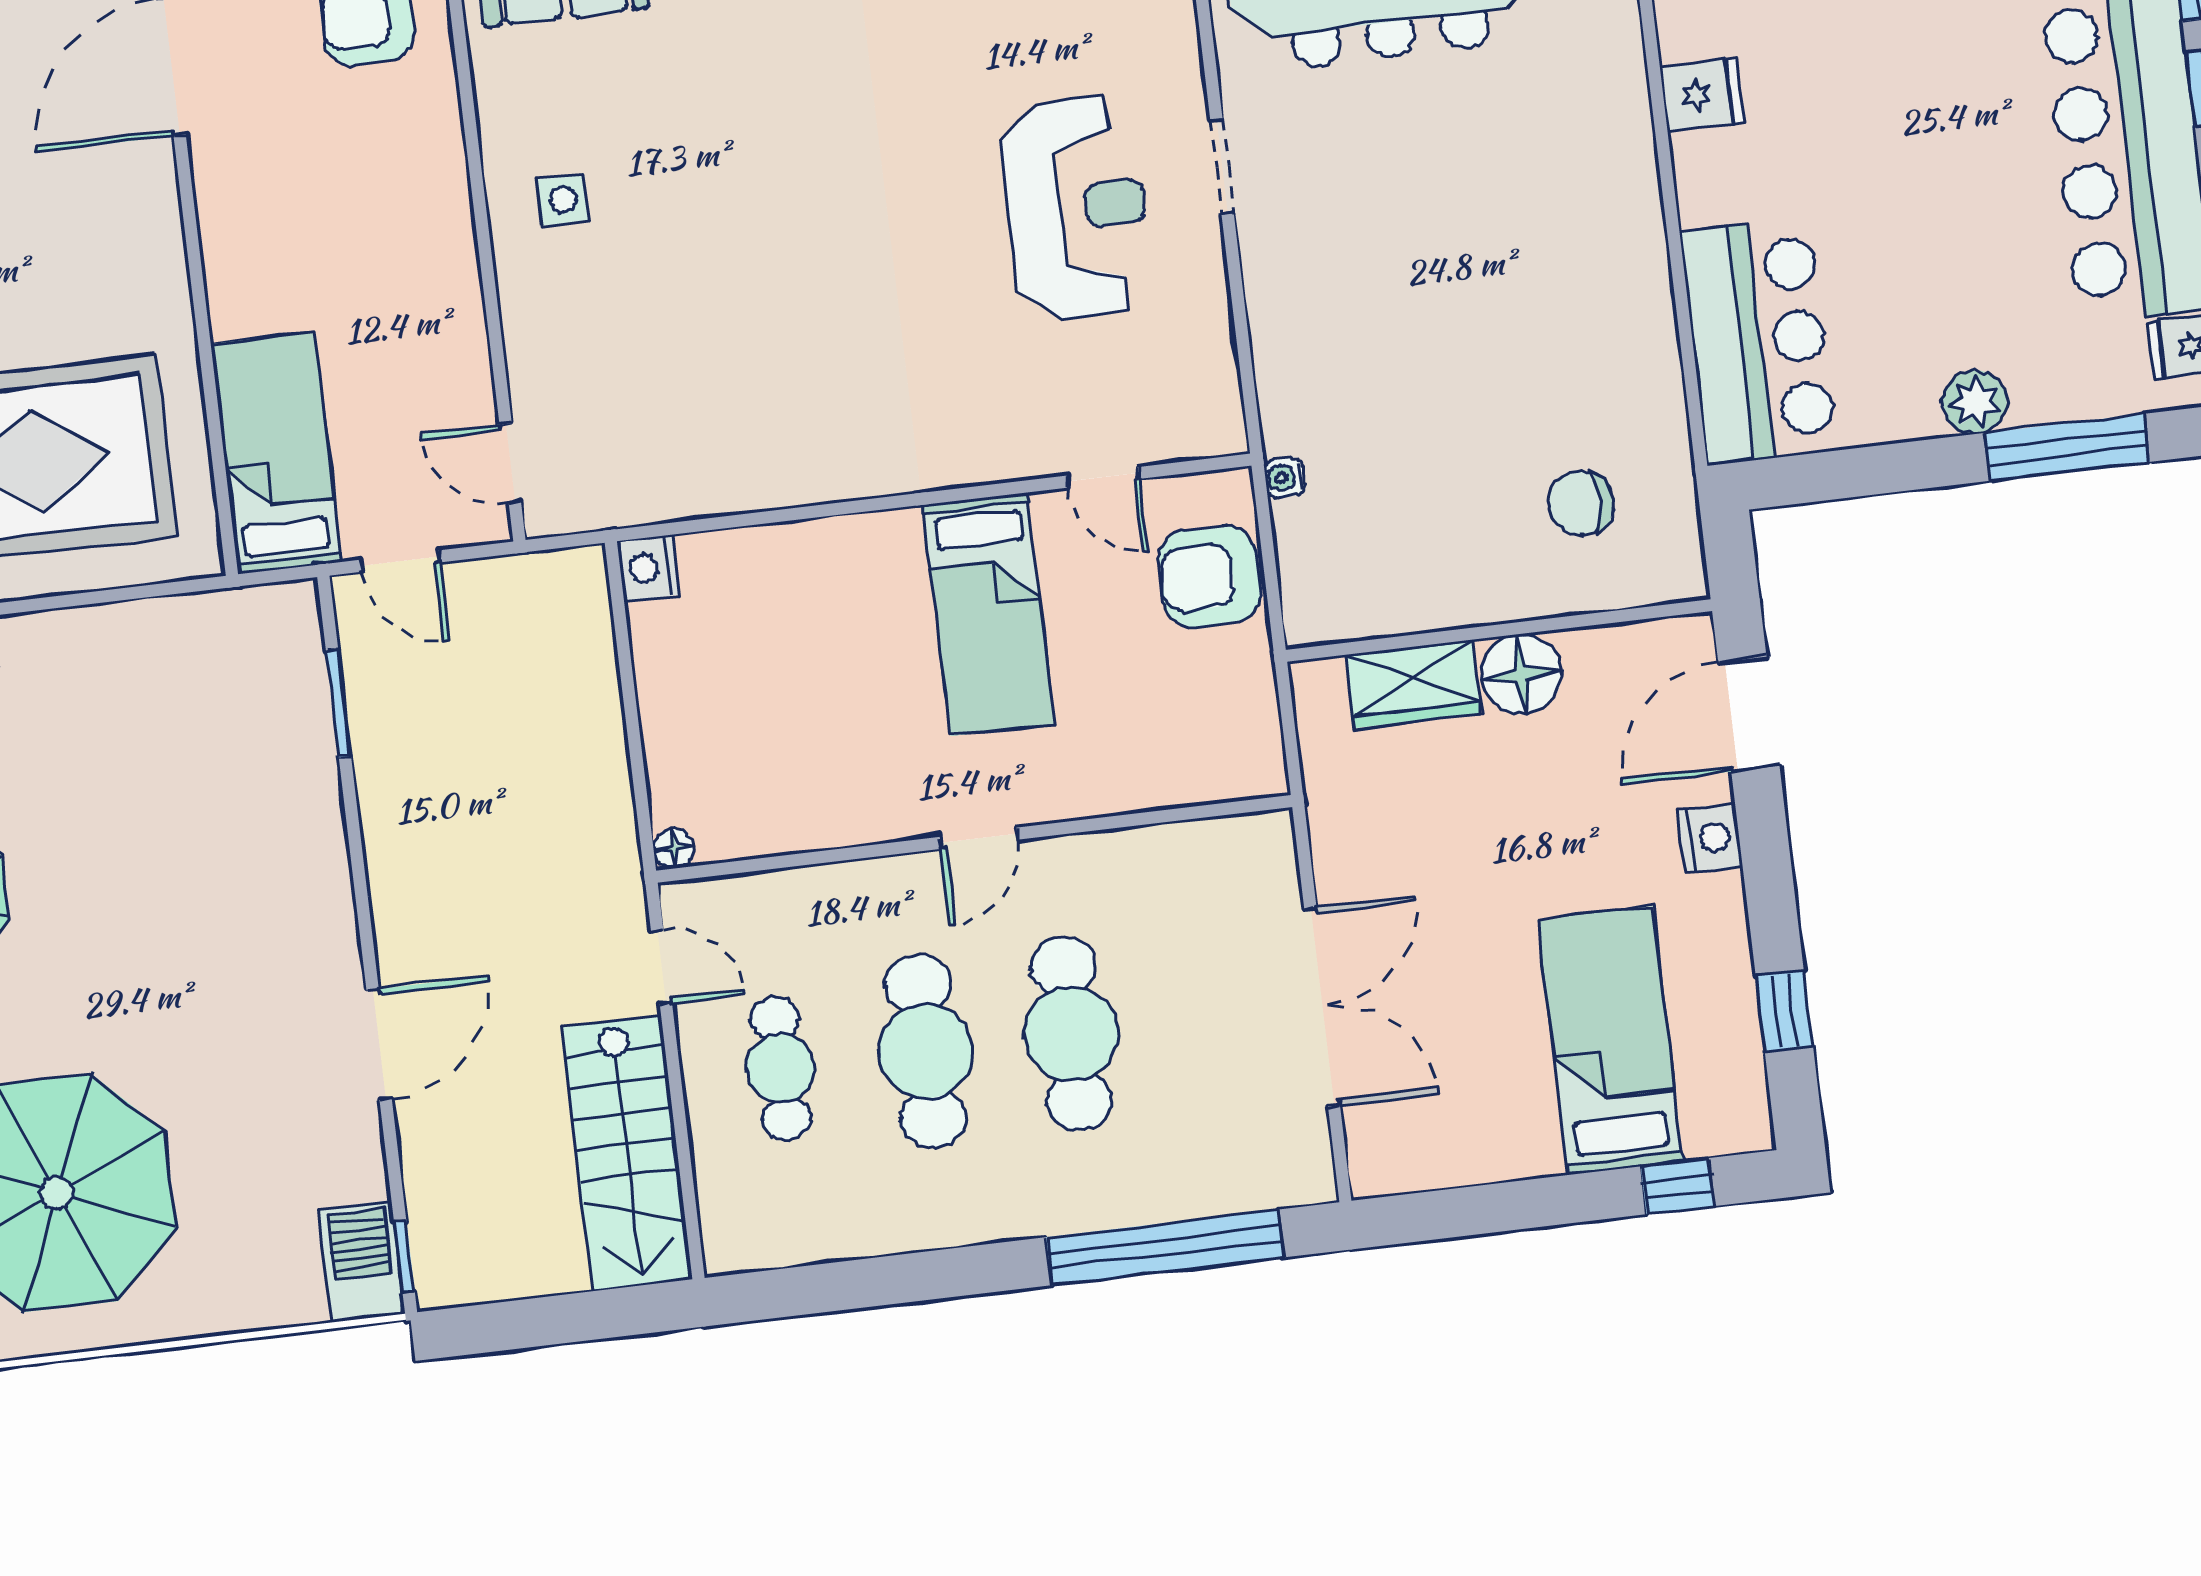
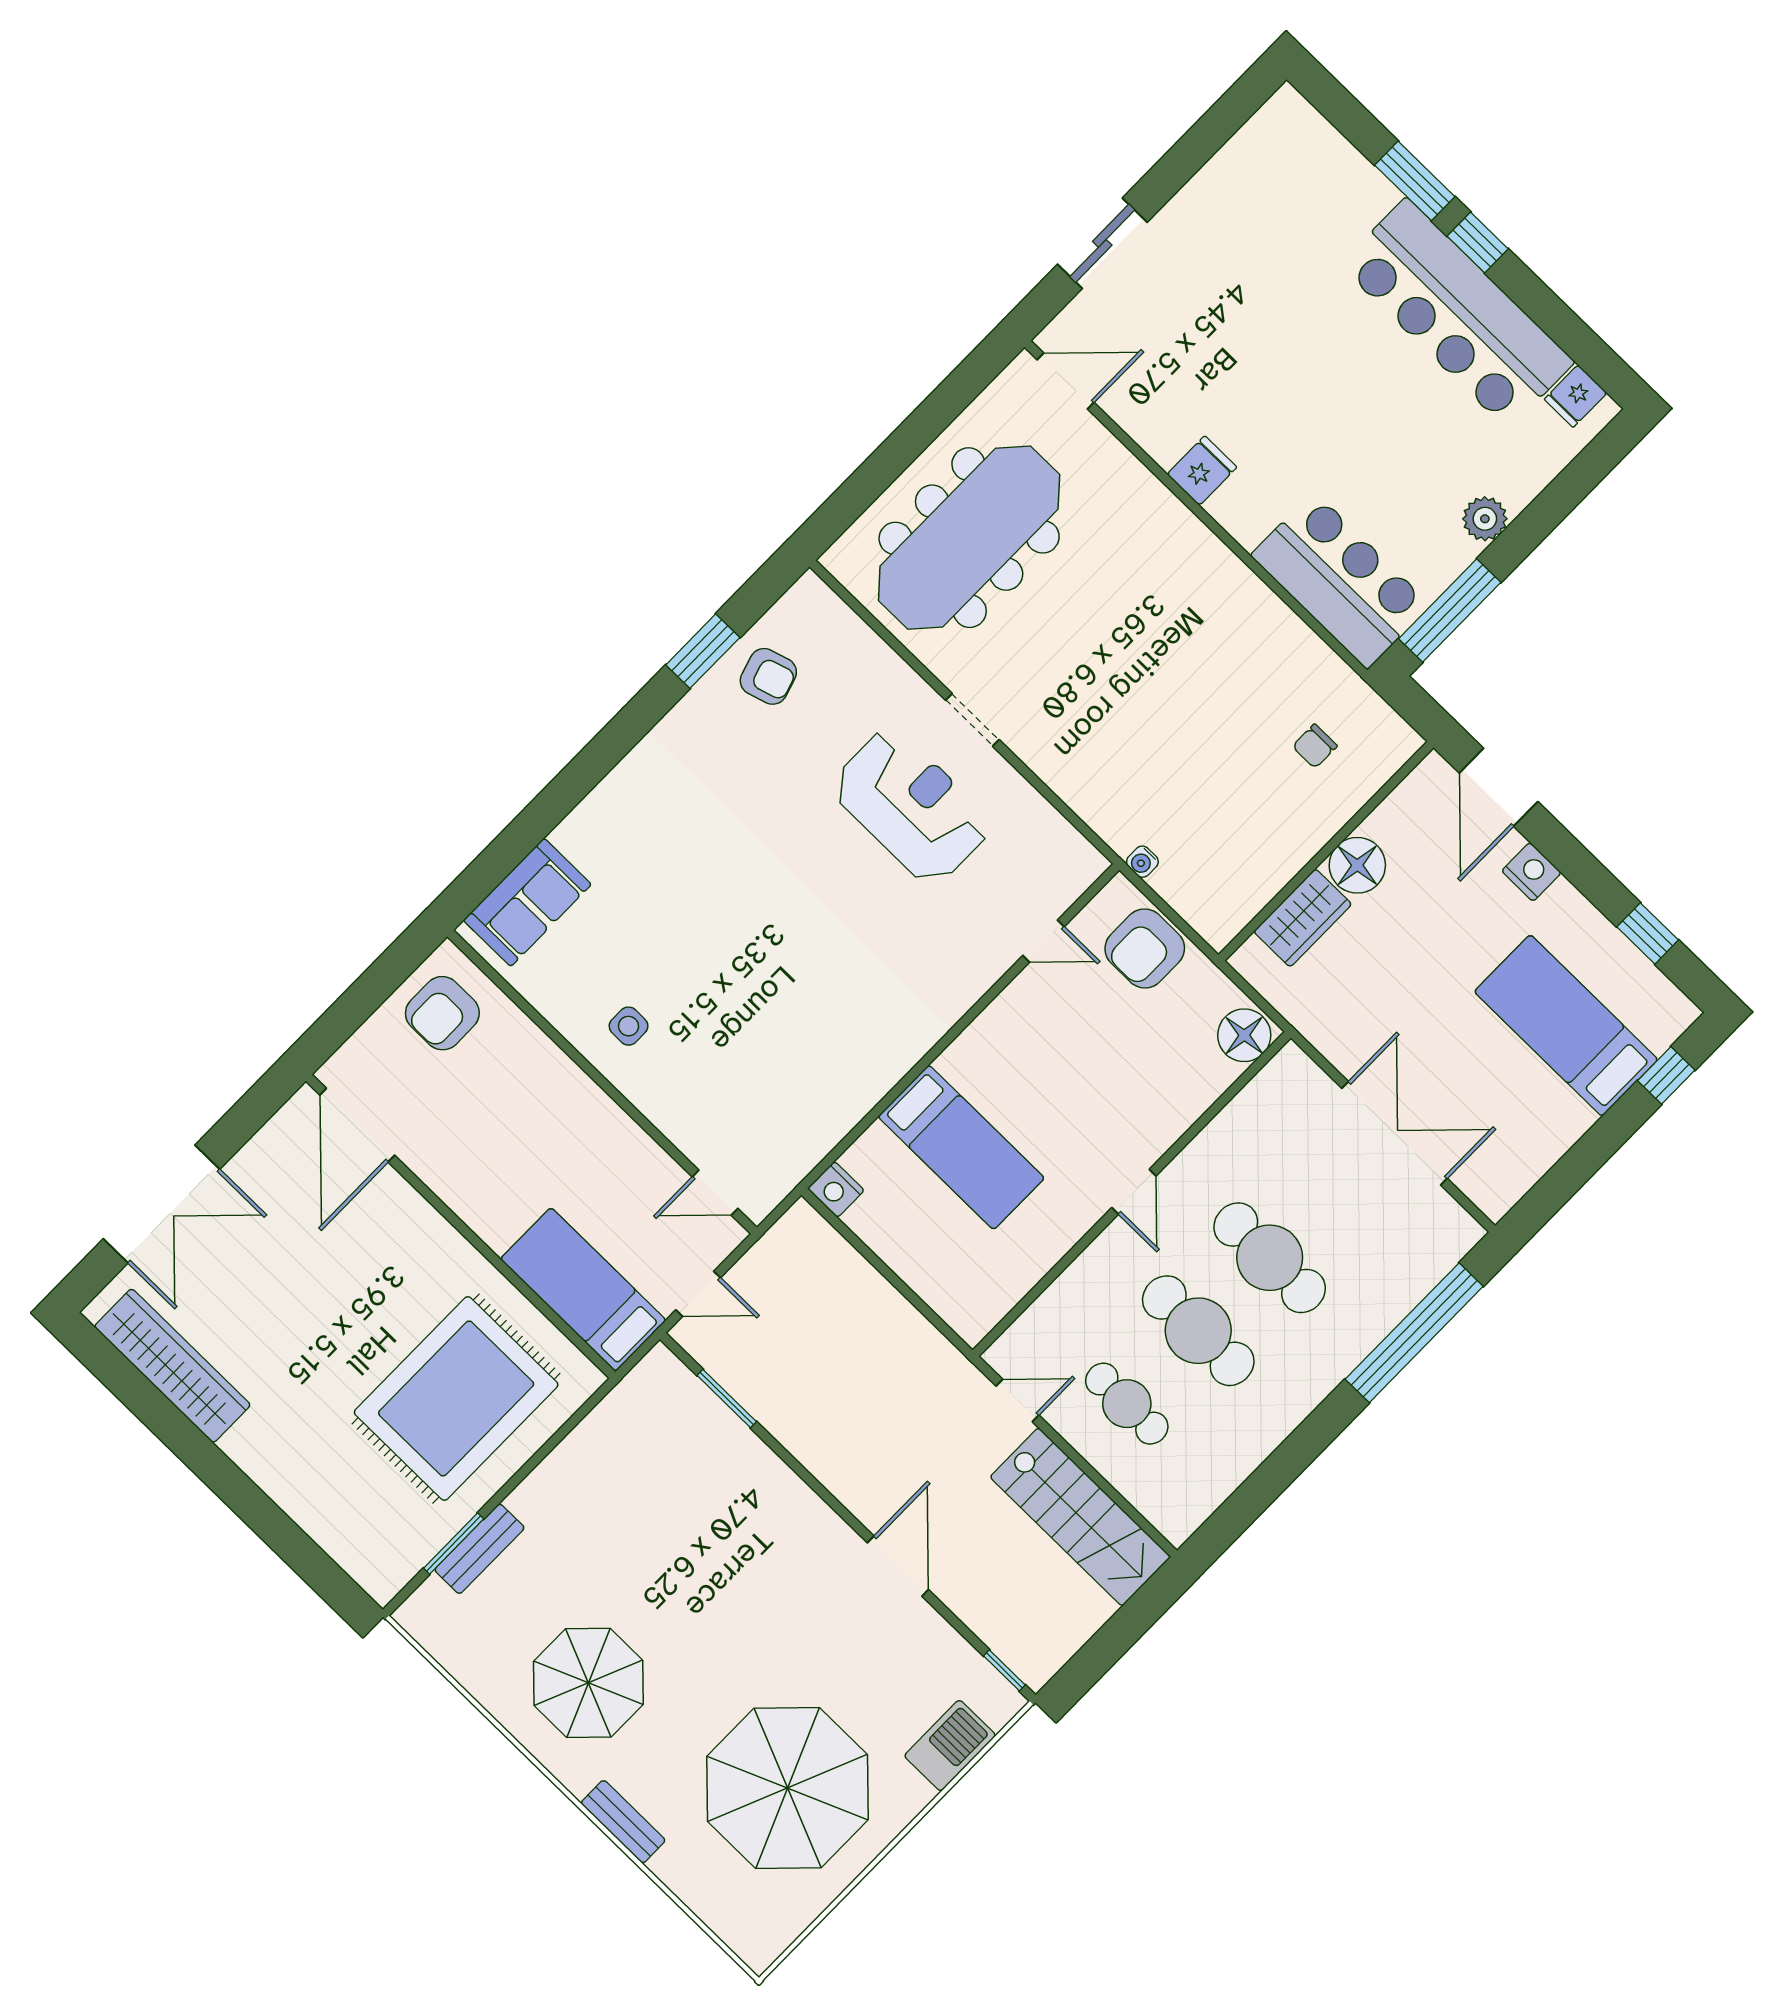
window: (2067, 447) -> (1450, 611), moved
chair: (1581, 503) -> (1315, 746), width x0.73, depth x0.73
bed: (989, 614) -> (961, 1147), moved
floor lamp: (674, 848) -> (1244, 1035), moved, width x1.89, depth x1.89
barbecue: (361, 1261) -> (950, 1746), moved, turned 90

